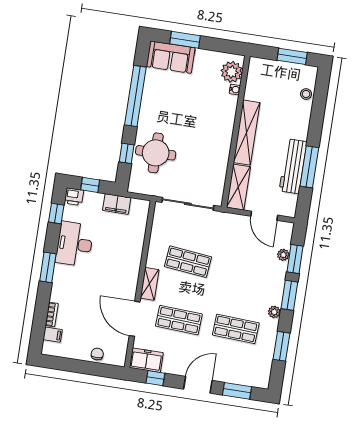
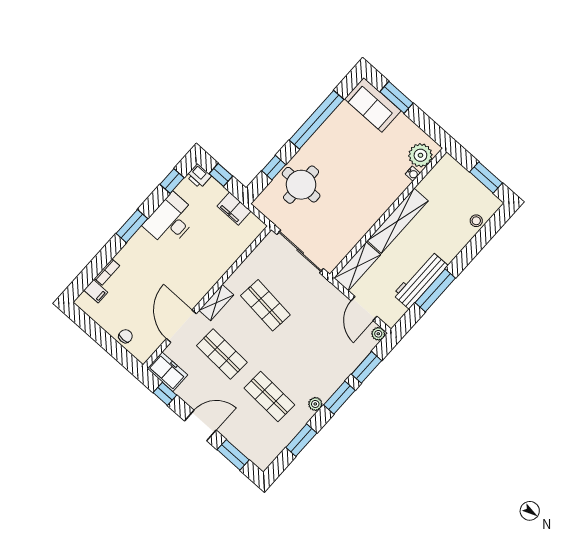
plant: (283, 255) -> (378, 334), moved

